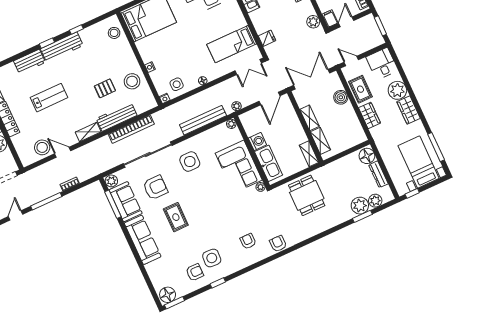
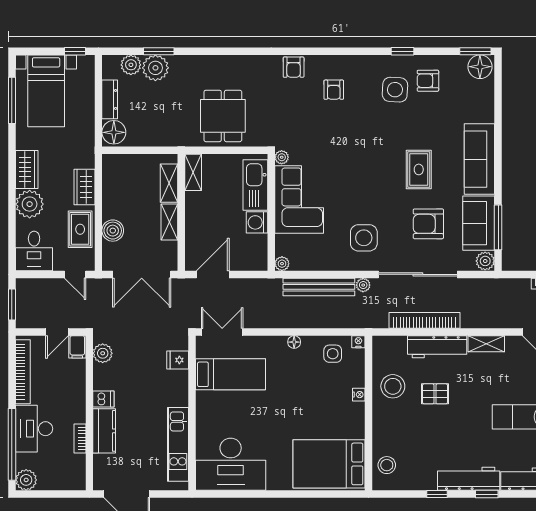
plant: (237, 106) -> (363, 285), moved

